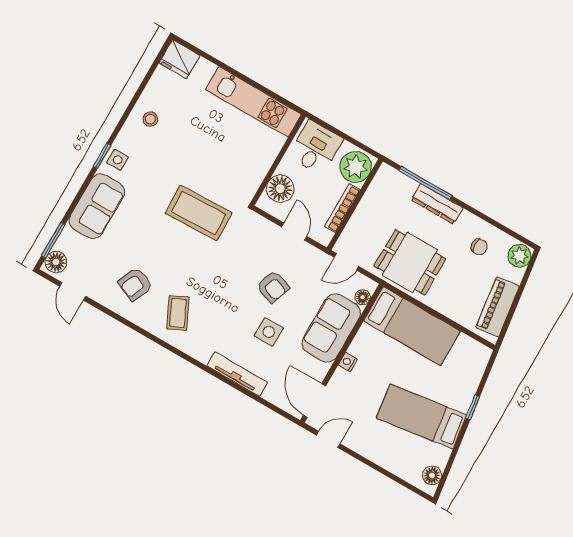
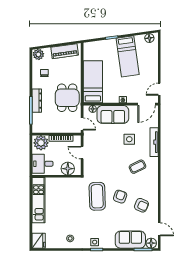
sofa: (97, 206) -> (130, 240), moved
door: (294, 232) -> (82, 153), hinge flipped
armchair: (273, 287) -> (120, 197), moved
door: (73, 291) -> (159, 229), hinge flipped
coffee table: (178, 313) -> (137, 167), moved
door: (328, 439) -> (159, 89), hinge flipped

